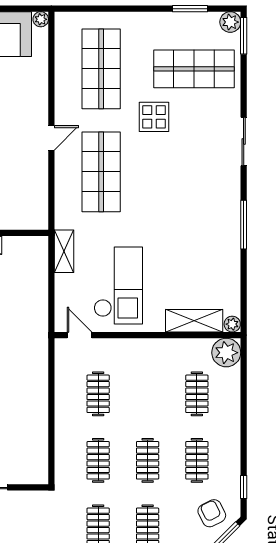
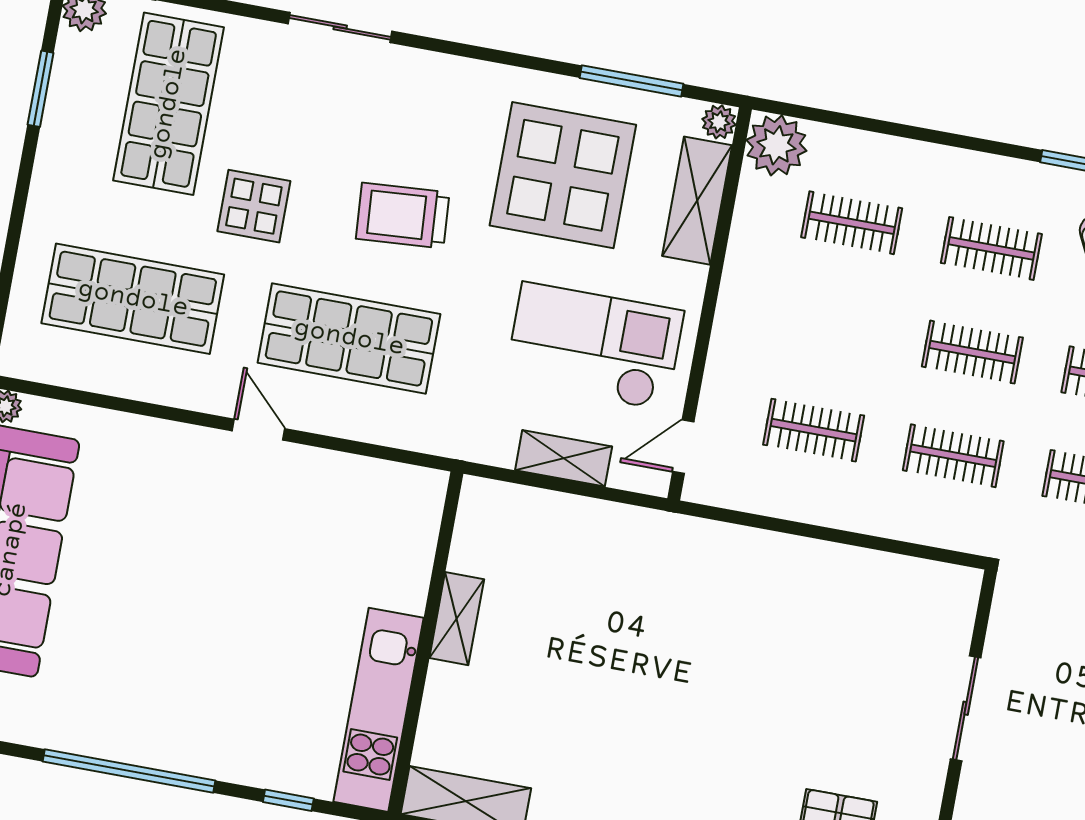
trolley: (162, 186) -> (403, 215), added
window: (244, 225) -> (631, 81), moved
shelving: (64, 251) -> (564, 458), moved
display table: (194, 257) -> (563, 175), added

